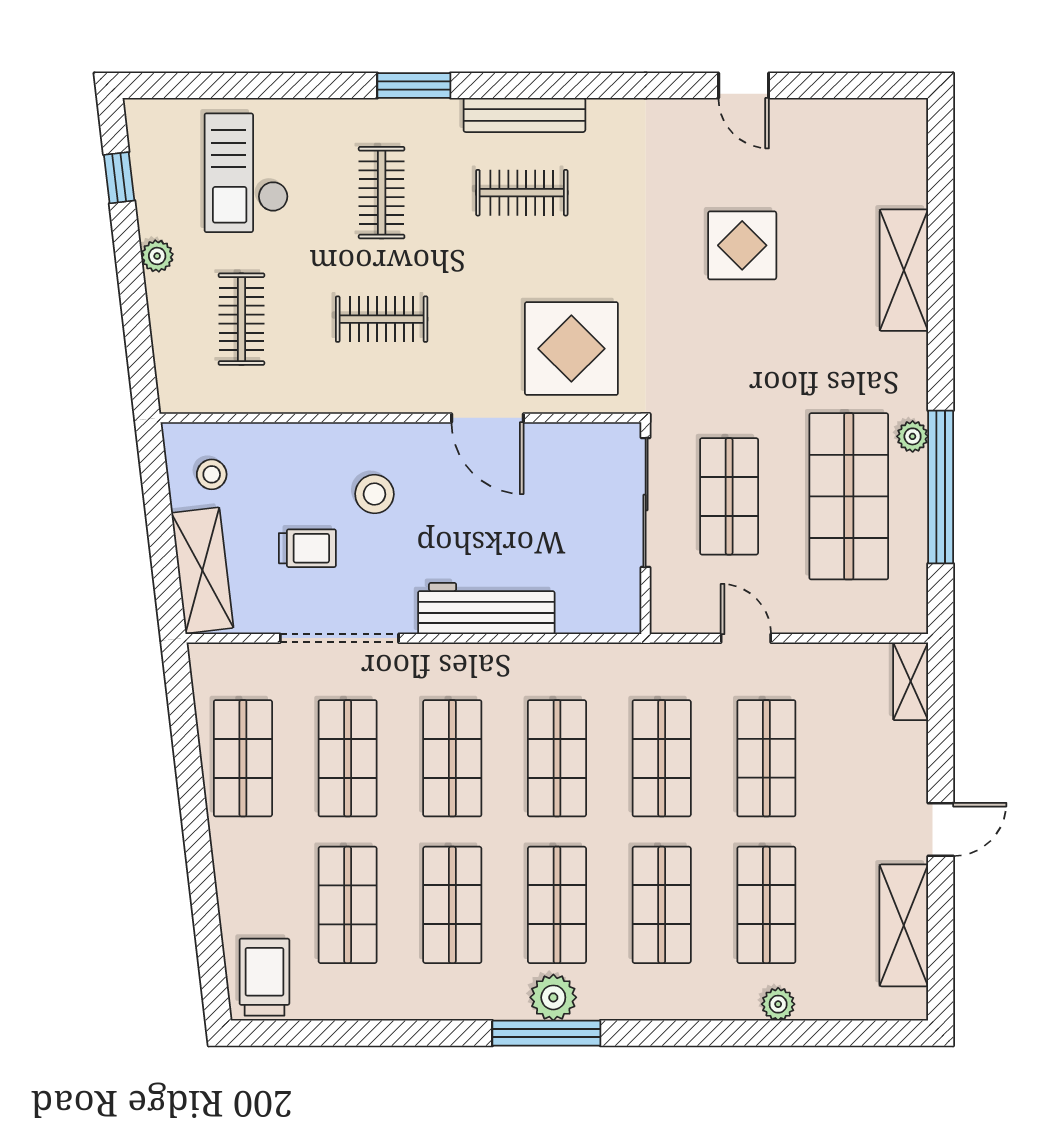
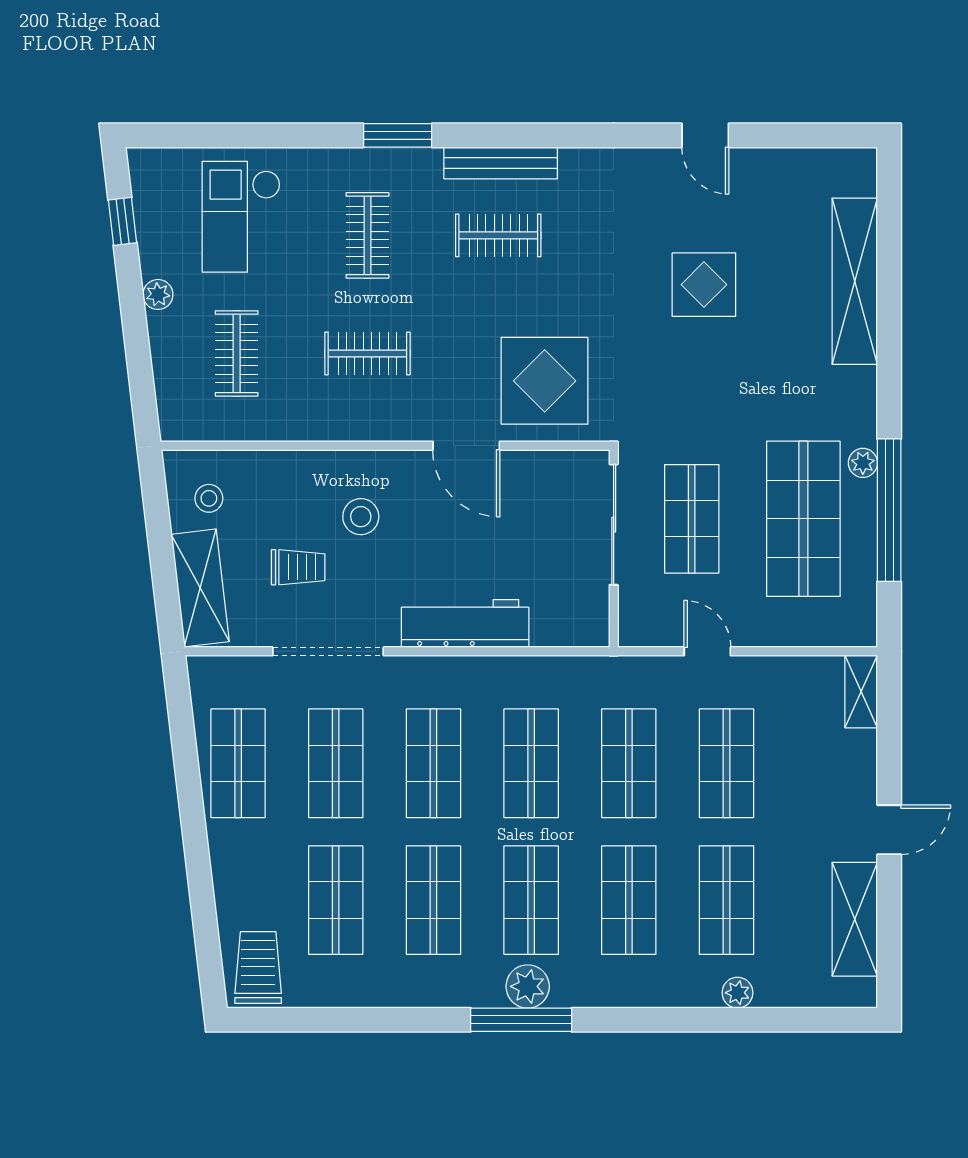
shelving: (904, 270) -> (855, 281), width x1.47

